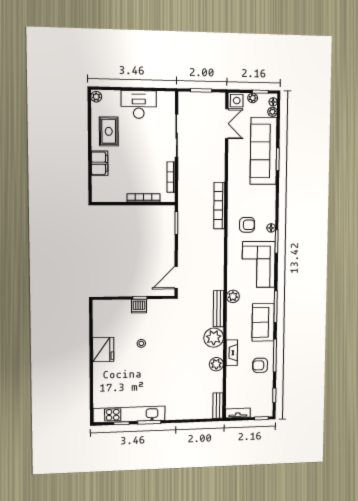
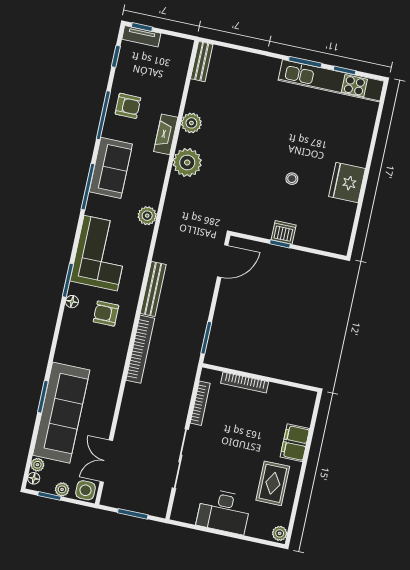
bench: (219, 309) -> (153, 289), moved
tv unit: (238, 413) -> (141, 36), moved

